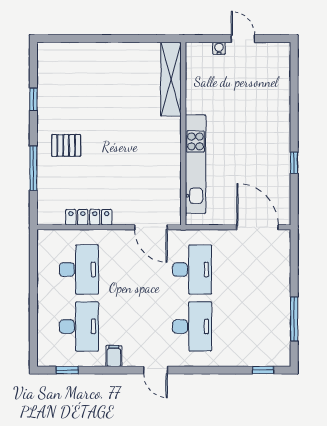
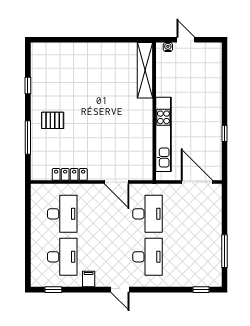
shelving: (171, 79) -> (145, 70), moved
wall: (183, 134) -> (154, 111), moved
kitchen unit: (195, 164) -> (163, 134), moved

